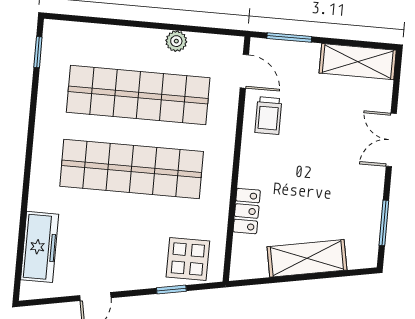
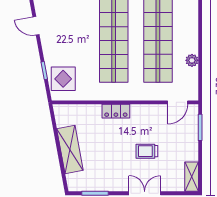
shelving: (358, 62) -> (192, 177), width x0.67, depth x0.75
trolley: (268, 116) -> (147, 151), moved
locker: (247, 211) -> (116, 111), moved

